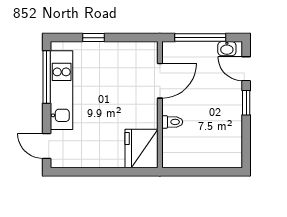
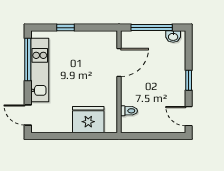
door: (246, 69) -> (189, 116), moved
toilet: (172, 122) -> (129, 111), moved
fridge: (142, 149) -> (88, 120), moved, turned 90

